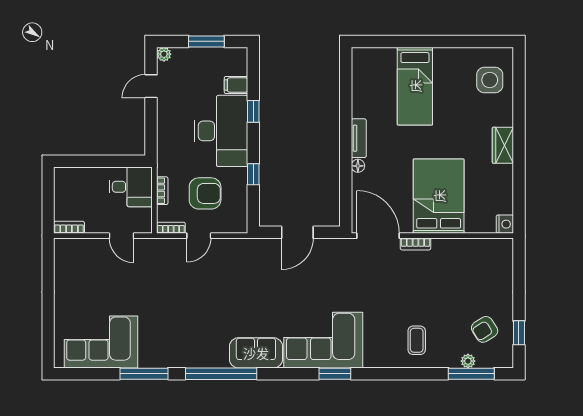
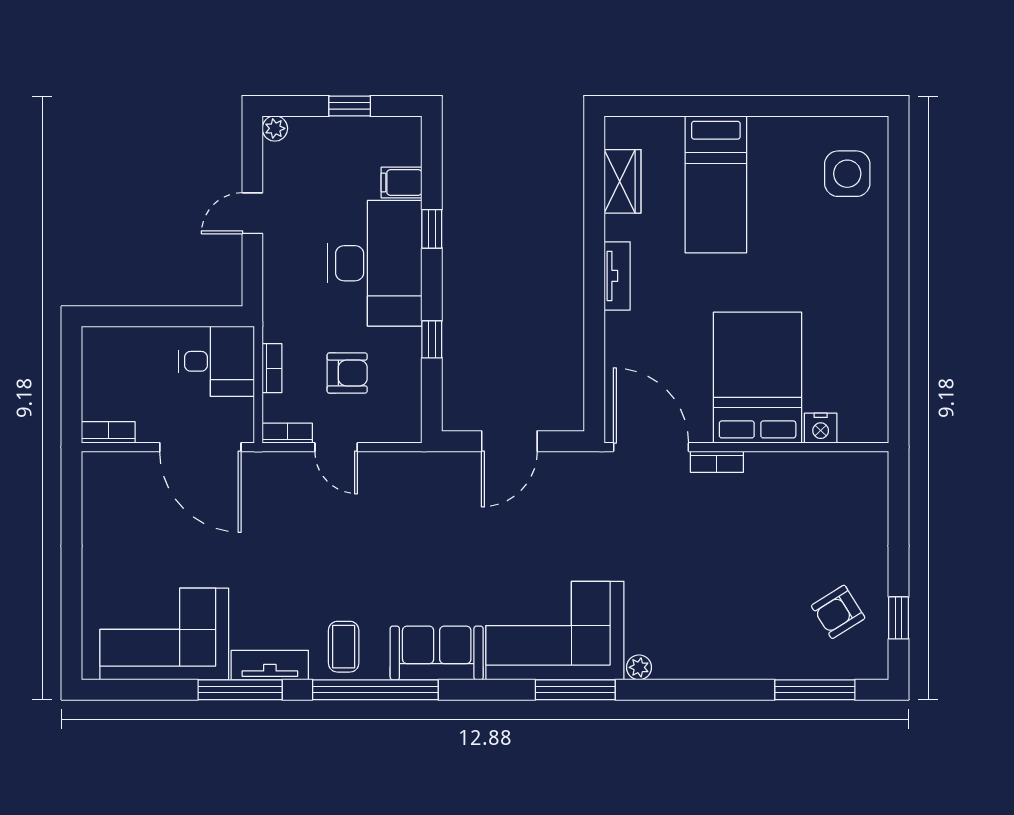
window: (206, 41) -> (350, 106), width x0.67
door: (151, 86) -> (252, 213), moved
wardrobe: (503, 145) -> (622, 181), moved, turned 180
floor lamp: (358, 166) -> (616, 324), removed
armchair: (205, 193) -> (347, 373), width x0.72, depth x0.72
nightstand: (505, 224) -> (821, 428), moved, turned 90
door: (121, 236) -> (200, 447), width x1.88
door: (199, 236) -> (336, 447), hinge flipped
coffee table: (417, 340) -> (344, 647), moved
tv unit: (161, 360) -> (270, 665), added
plant: (468, 361) -> (639, 667), moved
window: (335, 374) -> (575, 690), width x1.44

